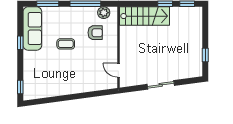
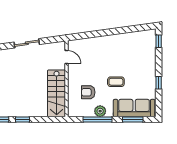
plant: (104, 13) -> (100, 111), moved
stairs: (145, 16) -> (57, 93), moved, turned -90
sofa: (32, 29) -> (134, 108), moved, turned 90

